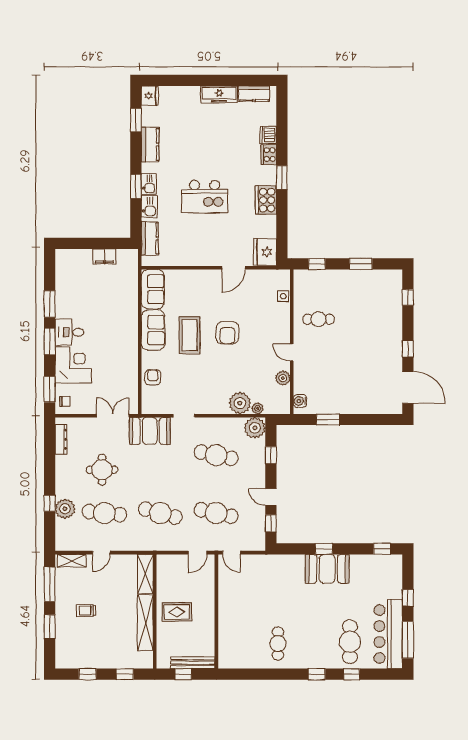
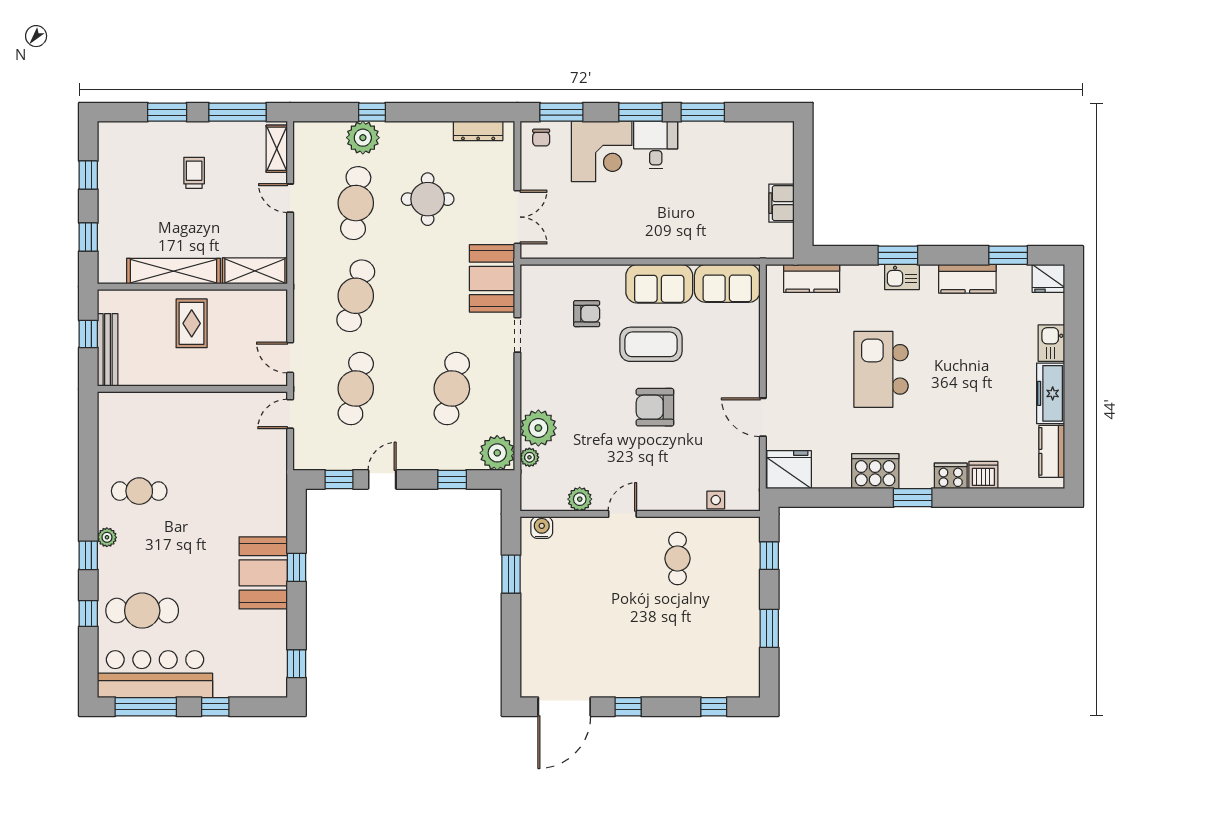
kitchen sink: (149, 206) -> (1051, 343), moved, turned 90
armchair: (153, 377) -> (587, 314), moved
plant: (306, 663) -> (107, 537), added

